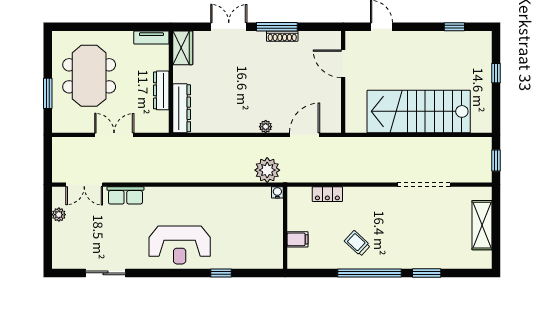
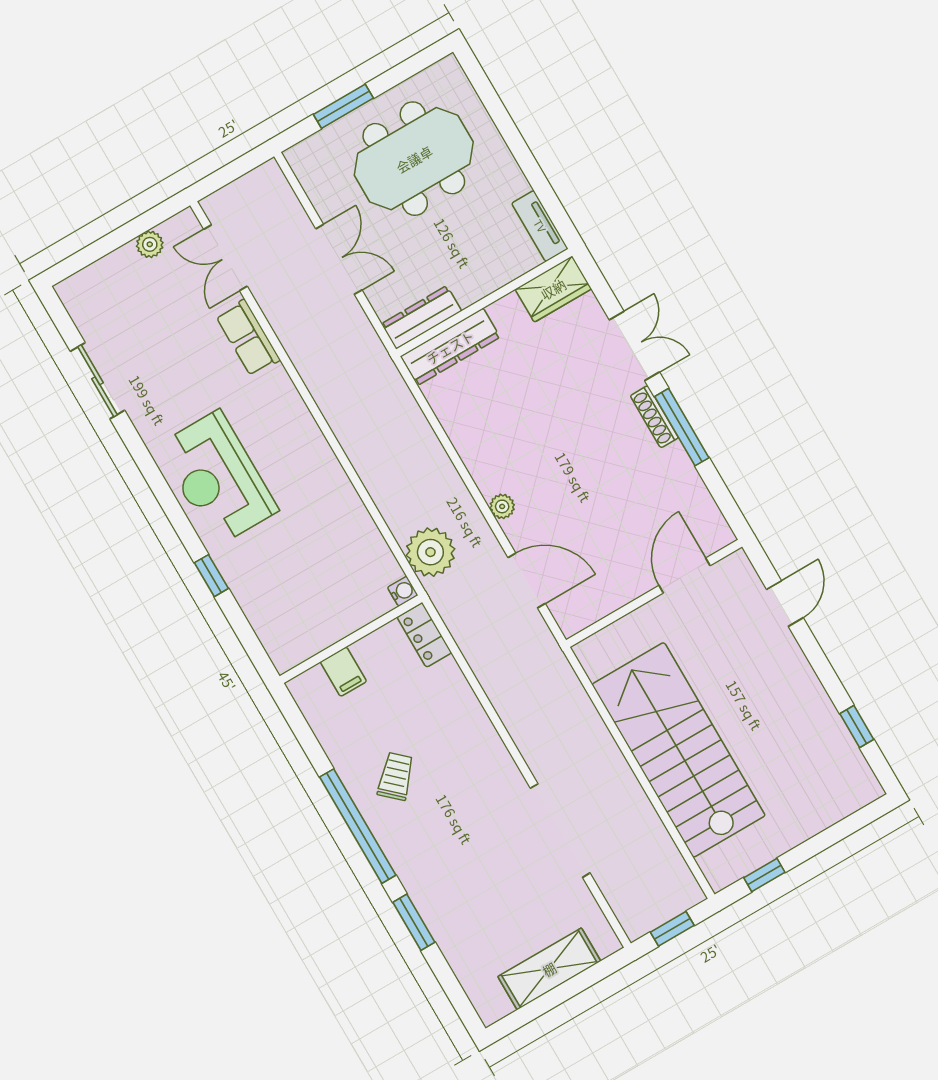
shoe rack: (282, 36) -> (654, 417), moved
window: (496, 73) -> (764, 875), moved
dresser: (161, 90) -> (422, 317), moved
locker: (327, 194) -> (424, 635), moved

